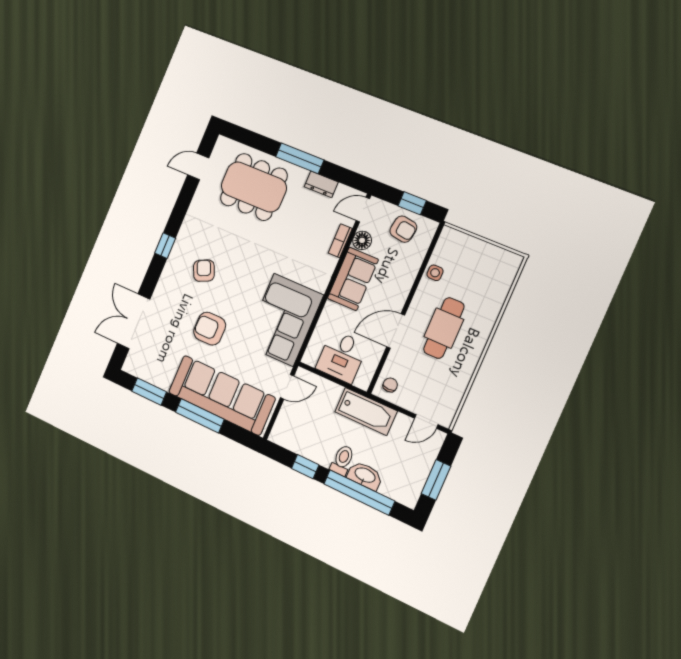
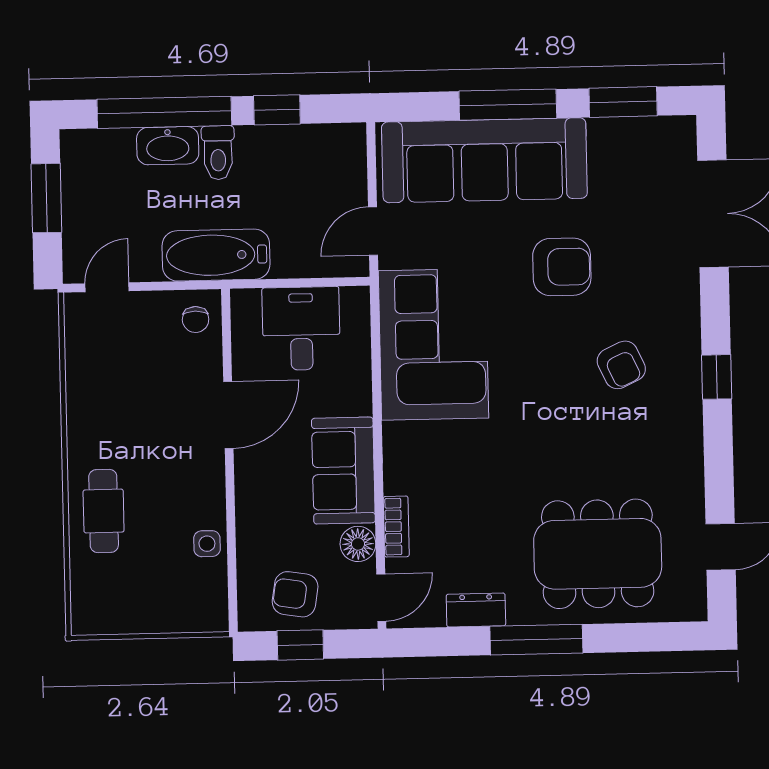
cafe table: (444, 328) -> (104, 511), moved, width x0.73, depth x0.74

